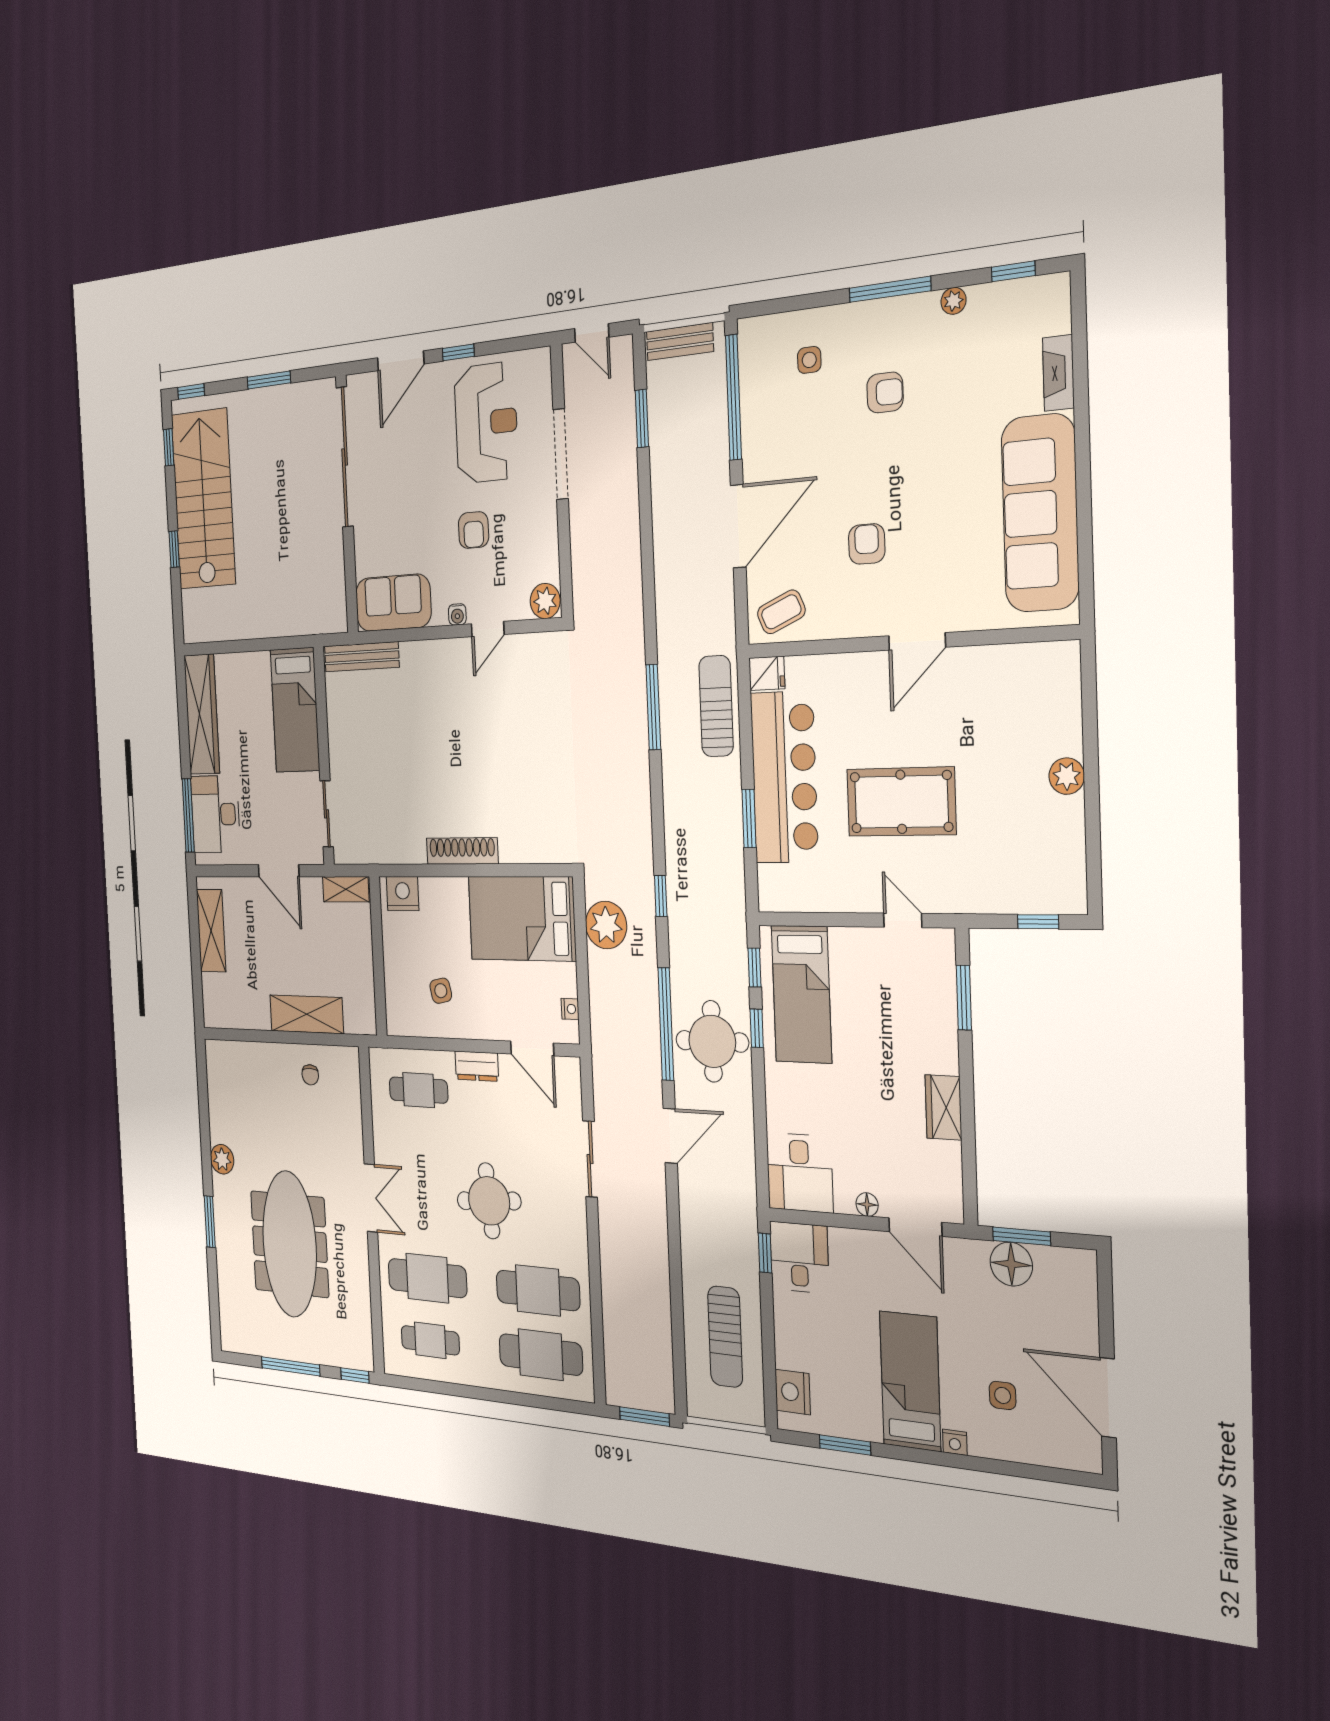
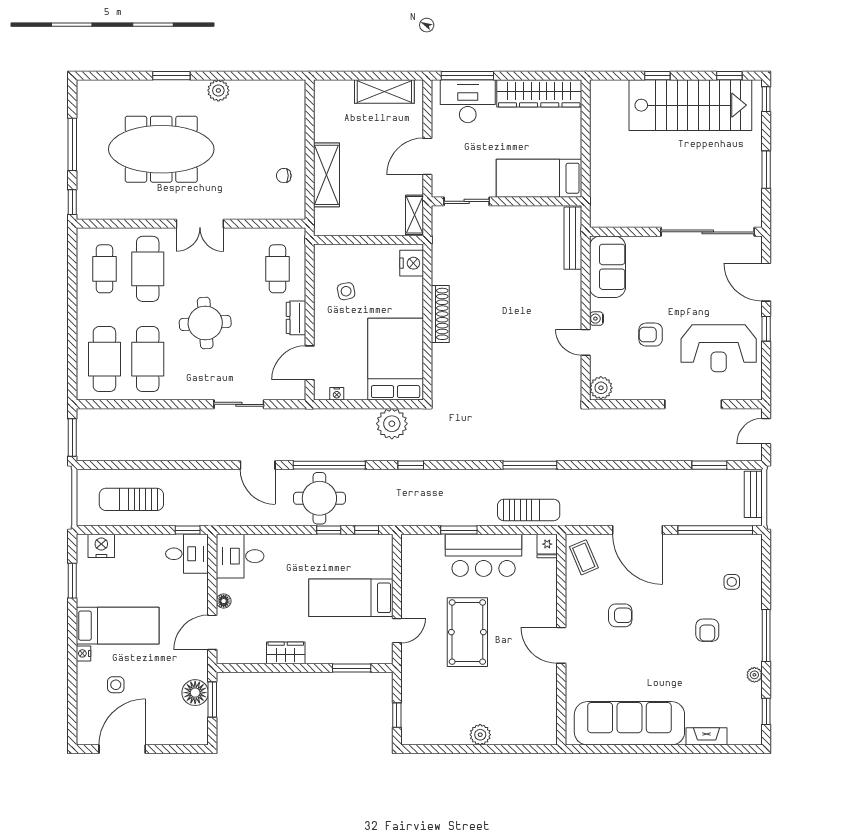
bar counter: (784, 777) -> (484, 555), width x0.73
bed: (801, 994) -> (351, 598), moved

